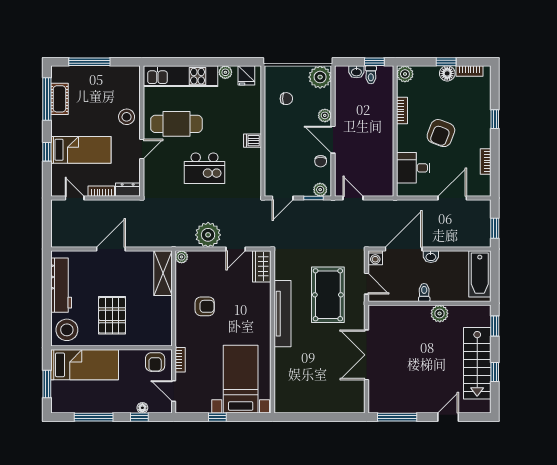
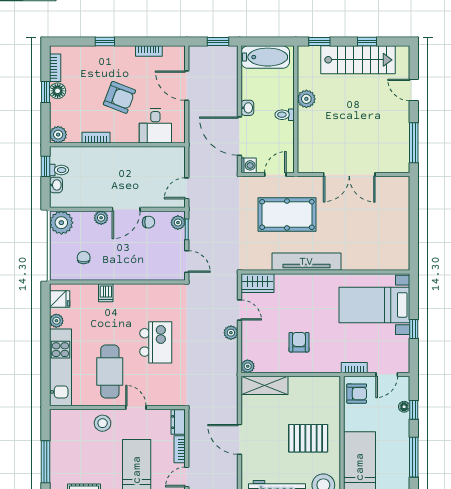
dishwasher: (252, 141) -> (106, 293), moved
plant: (208, 235) -> (231, 333), width x0.53, depth x0.53

